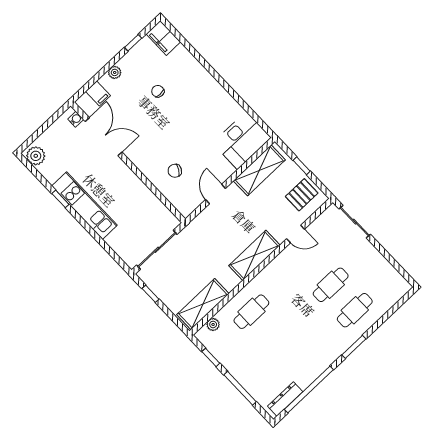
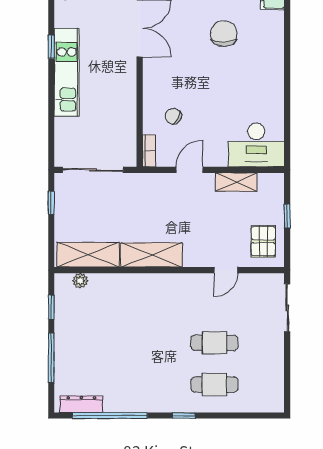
chair: (158, 91) -> (224, 34), width x1.87, depth x1.87
shelving: (259, 170) -> (236, 182), width x0.67, depth x0.75
pallet: (302, 195) -> (263, 241), turned 90
bookcase: (180, 206) -> (149, 151), added
door: (296, 234) -> (226, 270), hinge flipped
shelving: (254, 255) -> (152, 255), moved
cafe table: (251, 312) -> (124, 301), removed
window: (354, 347) -> (184, 416), width x0.67

